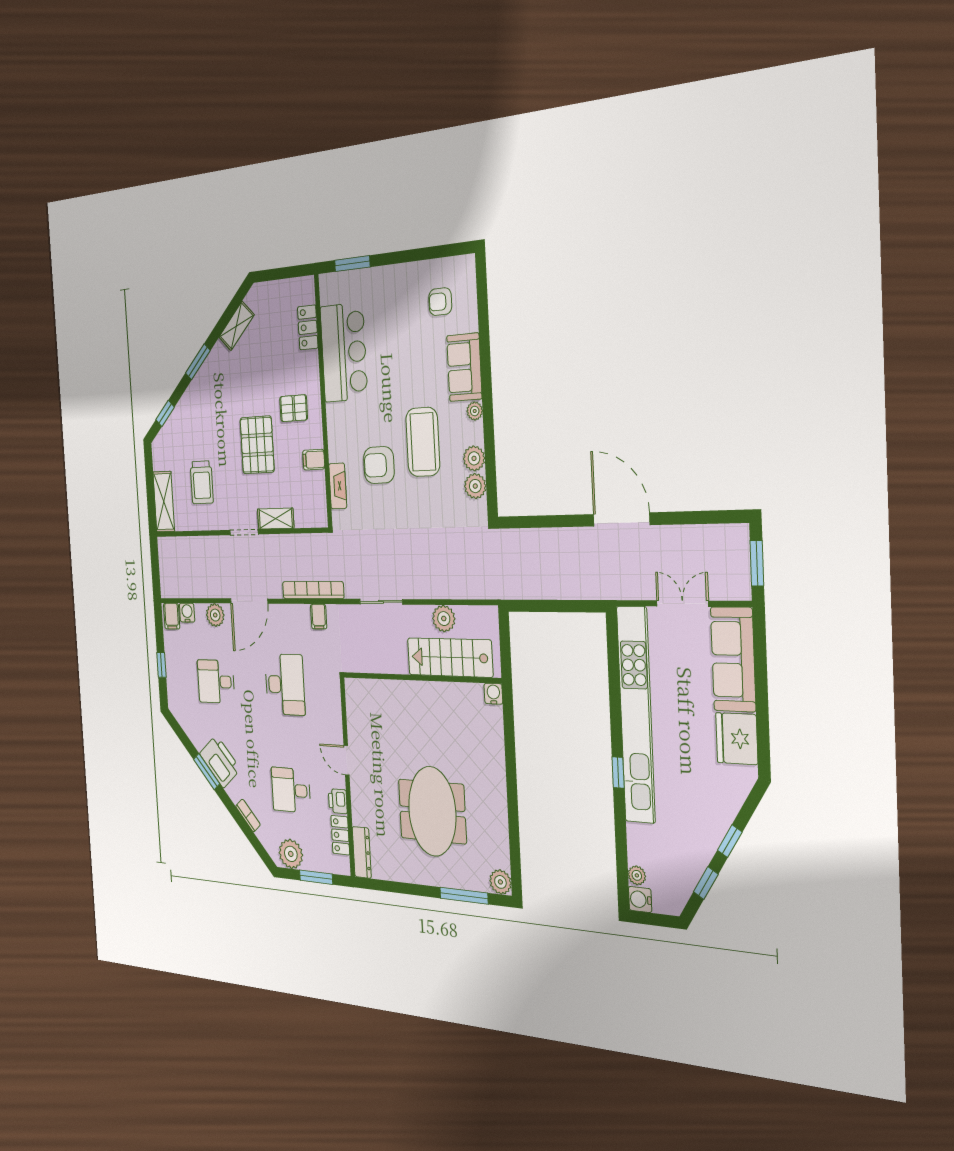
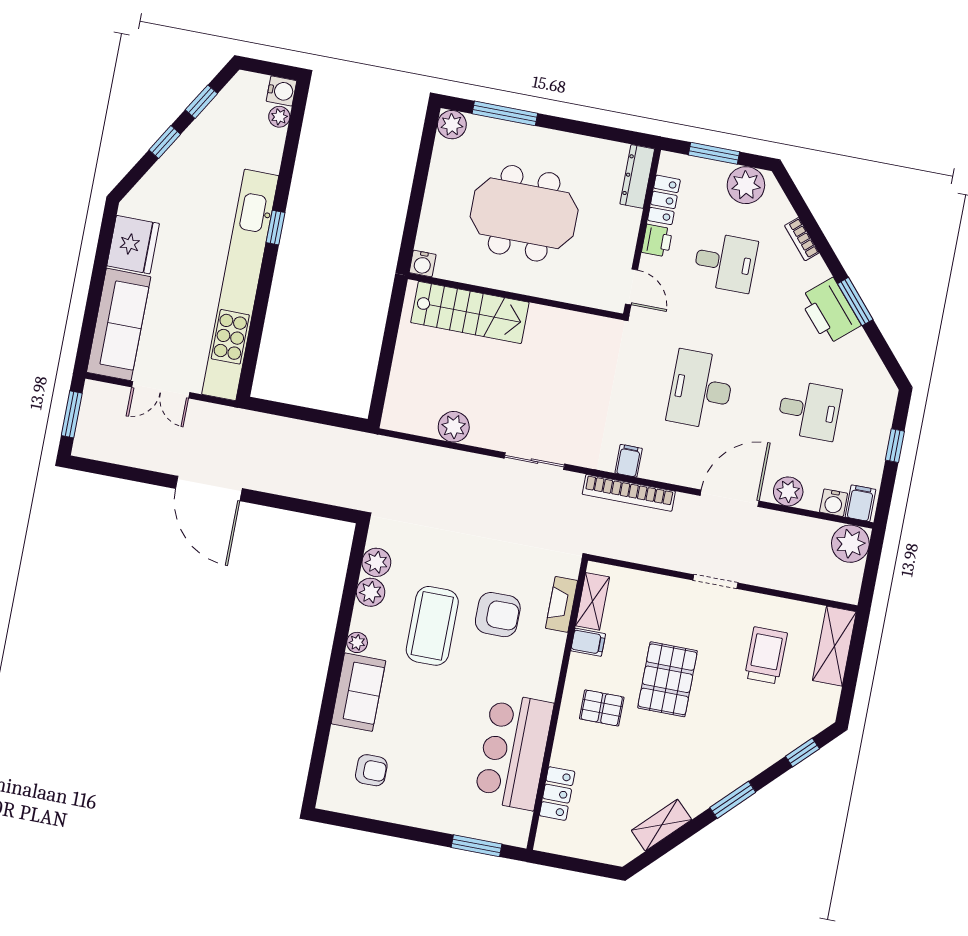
shelving: (276, 519) -> (593, 601), moved, turned 90
plant: (171, 583) -> (850, 544), added
stairs: (450, 657) -> (470, 312), moved
wall: (420, 678) -> (516, 296), moved
water cooler: (493, 694) -> (423, 264), moved
meeting table: (432, 811) -> (524, 213), turned 90

